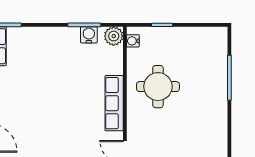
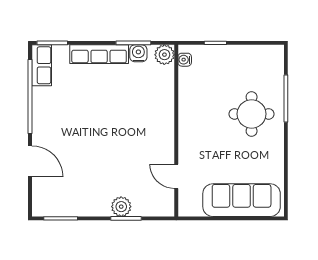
round table: (158, 87) -> (252, 114), moved
row of seats: (114, 103) -> (99, 54), moved, turned -90

